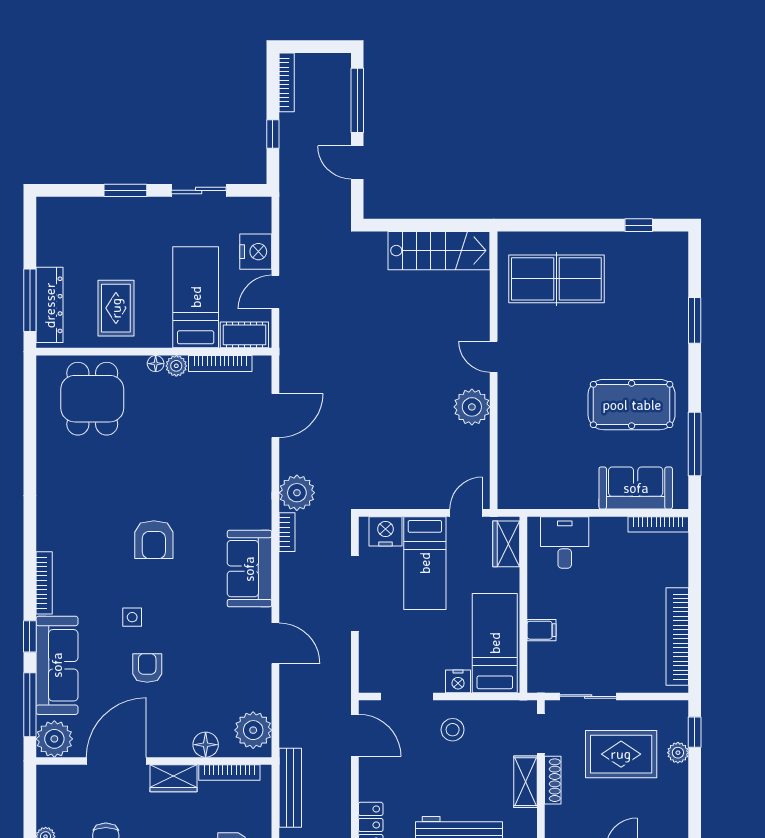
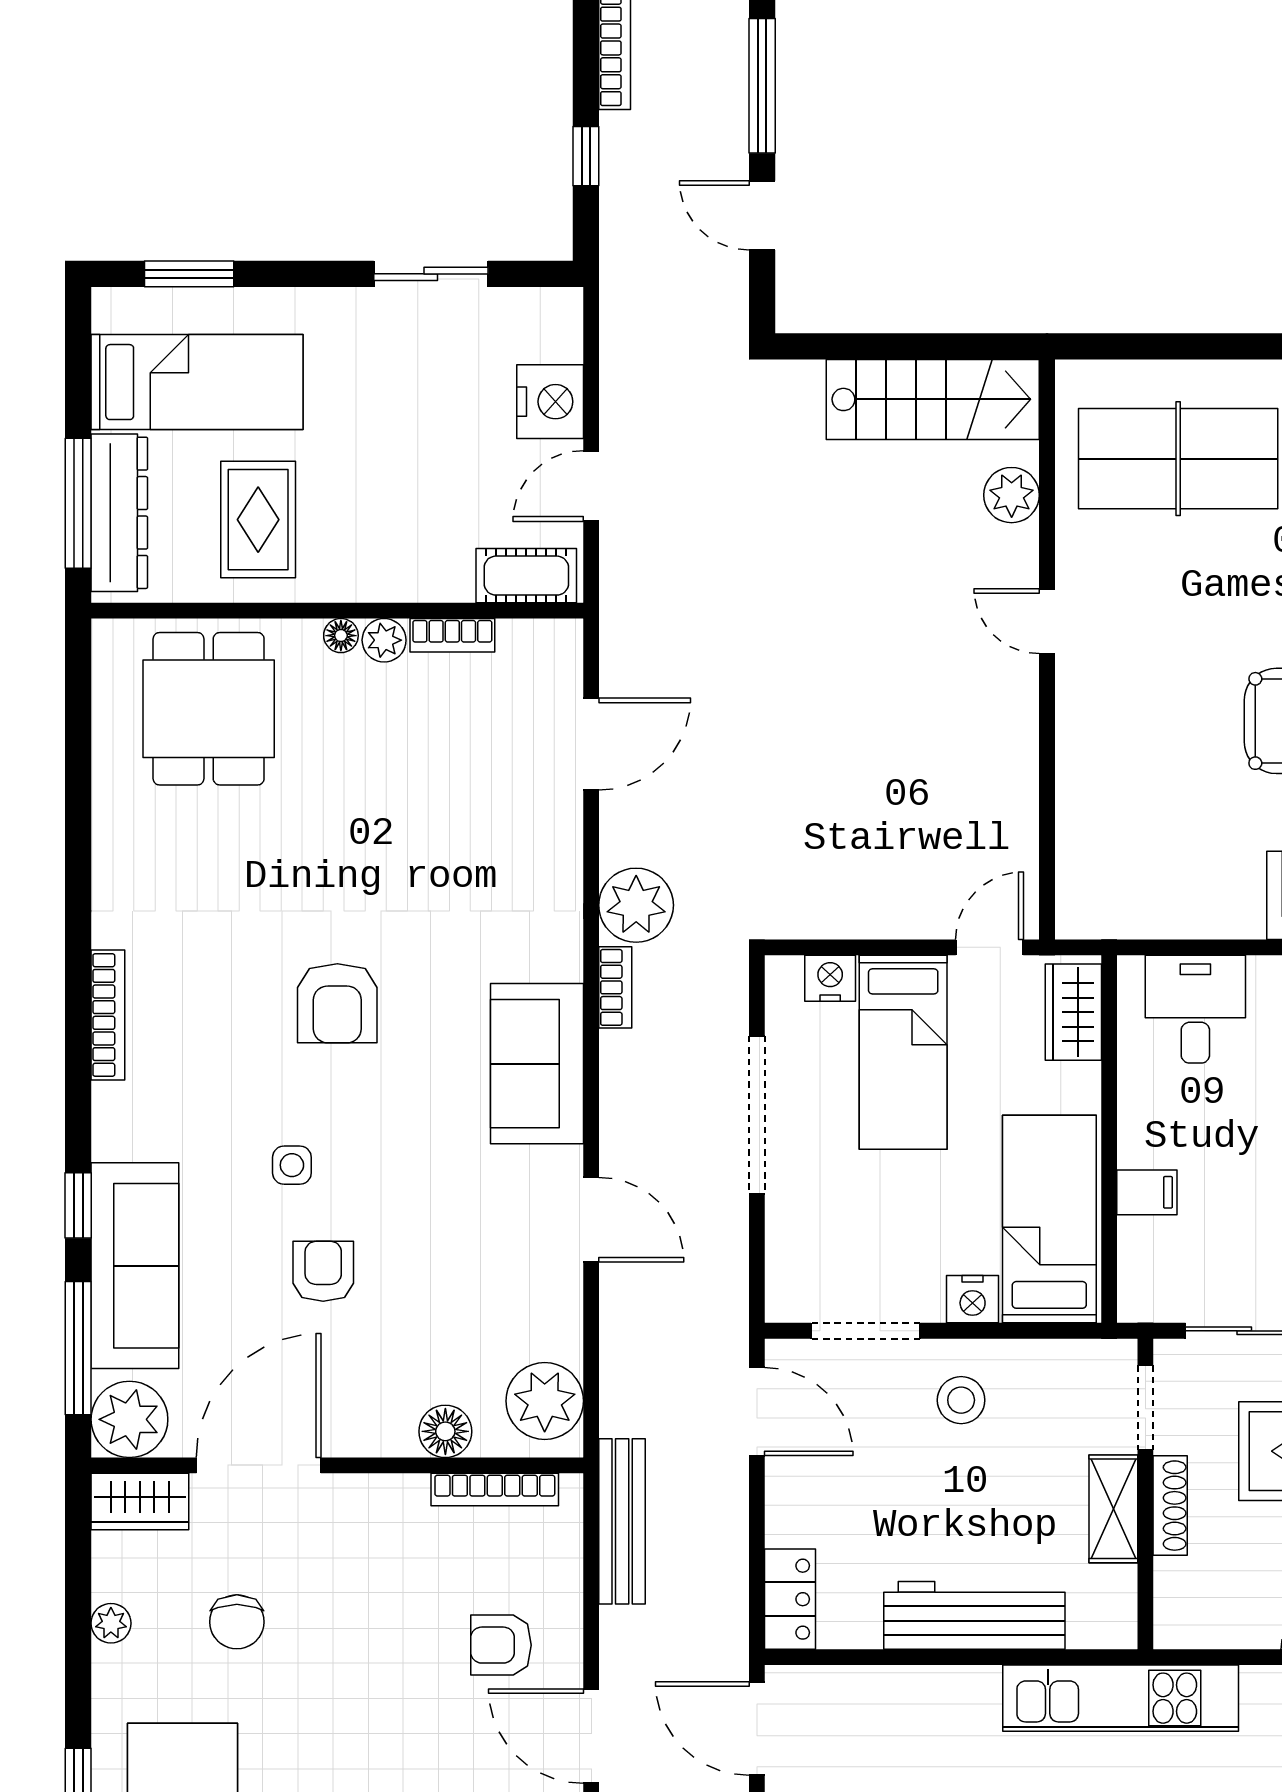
window: (125, 190) -> (189, 274), moved
bed: (196, 297) -> (197, 382), moved, turned 90
bookcase: (220, 363) -> (452, 635), width x0.64
plant: (472, 407) -> (1012, 495), moved, width x0.73, depth x0.73
nightstand: (386, 531) -> (830, 978), width x0.74, depth x0.75
bookcase: (44, 583) -> (108, 1015), moved
wardrobe: (174, 778) -> (140, 1501), moved

